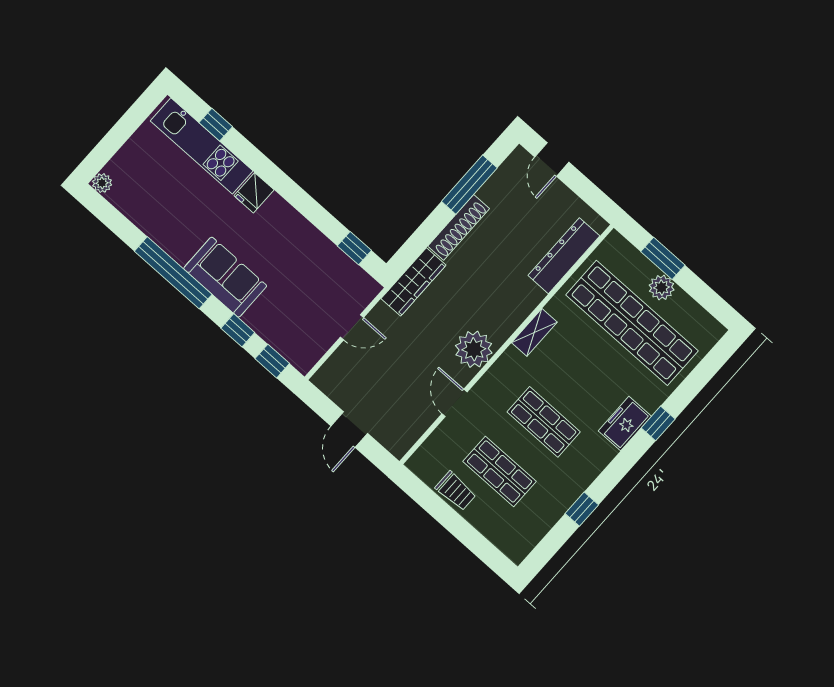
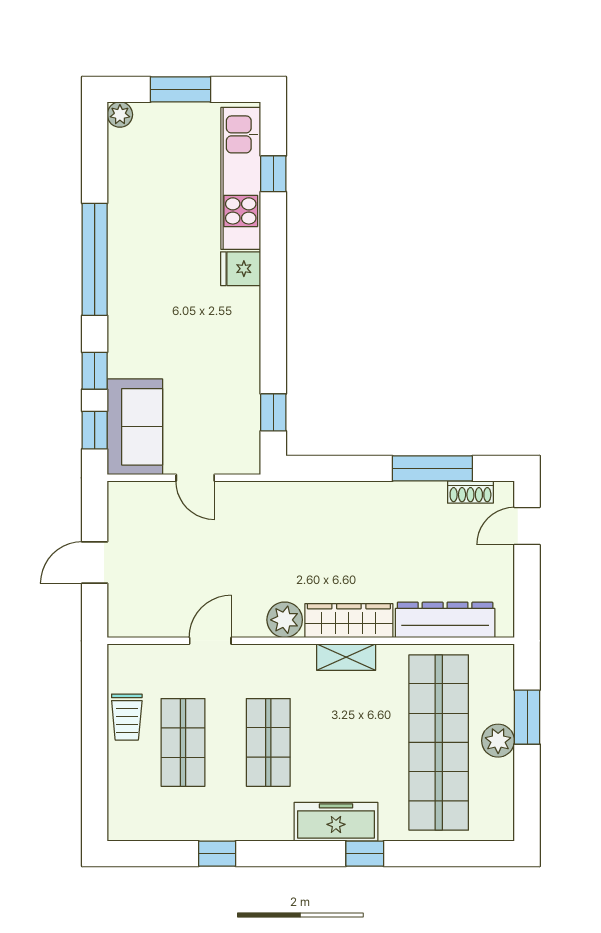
window: (119, 135) -> (180, 89), added
shoe rack: (459, 227) -> (470, 492), moved, width x0.51, depth x0.81
sofa: (225, 277) -> (135, 427), moved
wardrobe: (414, 282) -> (349, 621), moved, turned 180
plant: (474, 349) -> (285, 620), width x0.73, depth x0.73
freezer: (625, 424) -> (336, 822), width x1.40

